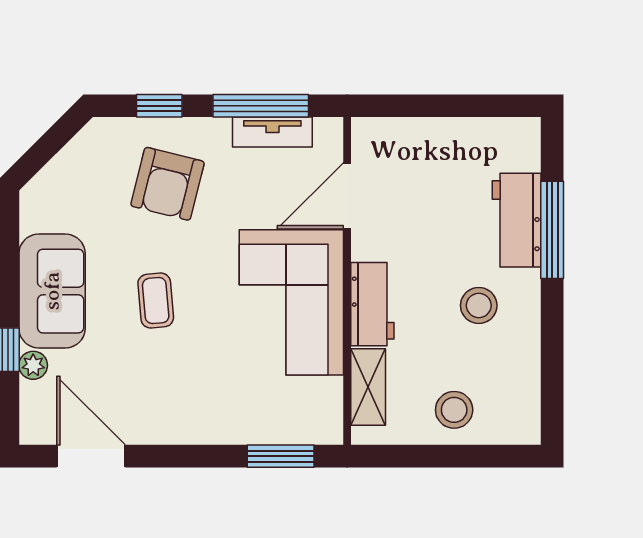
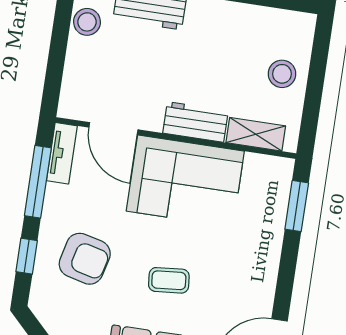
tv unit: (272, 132) -> (62, 153), moved
stool: (479, 305) -> (87, 22), moved

